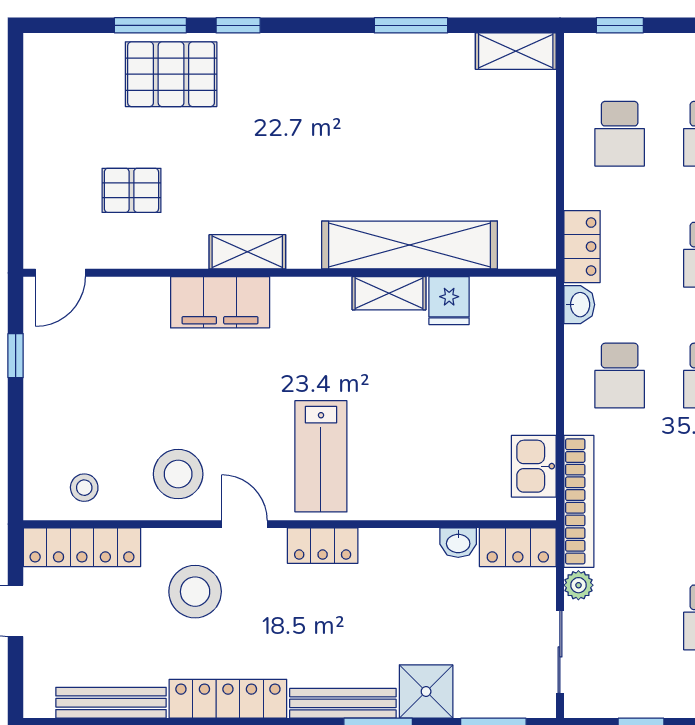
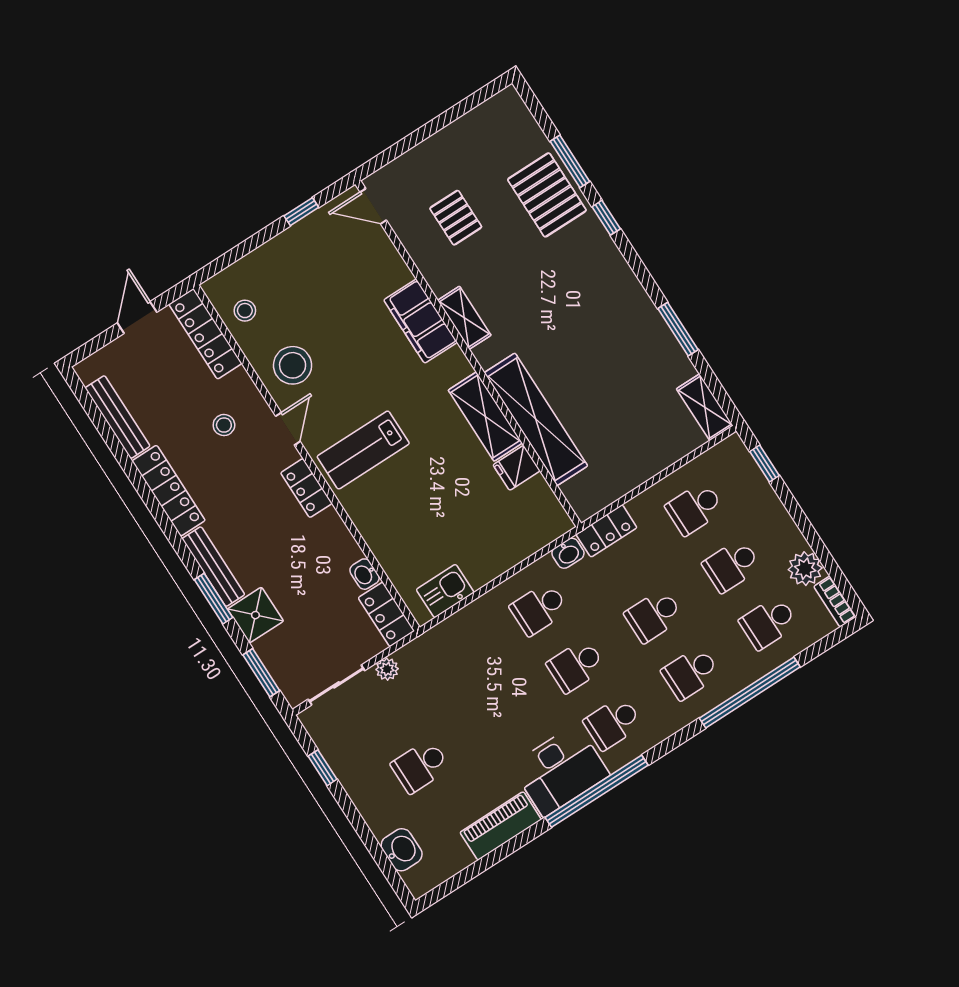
shelving: (389, 293) -> (485, 417), width x1.50, depth x1.33
bookcase: (579, 501) -> (441, 635), removed
stool: (195, 592) -> (224, 425), width x0.53, depth x0.53

